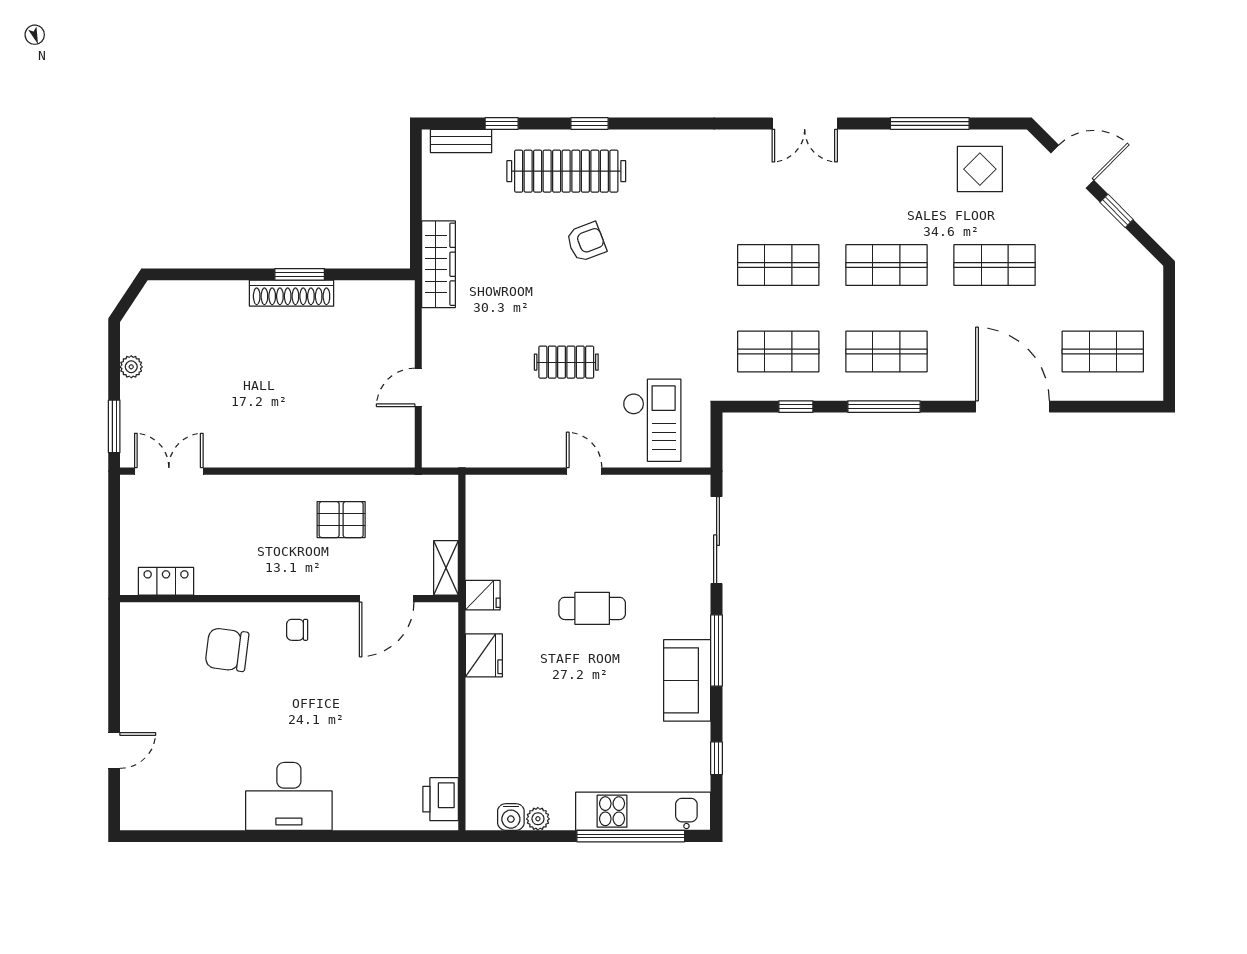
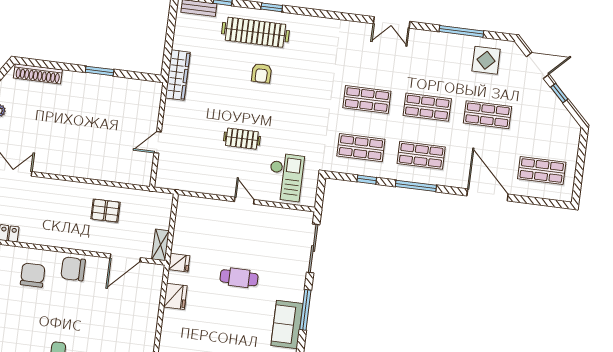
armchair: (586, 242) -> (262, 73), turned 111
shoe rack: (292, 293) -> (38, 74), moved
chair: (297, 630) -> (73, 269), width x1.87, depth x1.87
chair: (227, 650) -> (33, 275), turned 83

